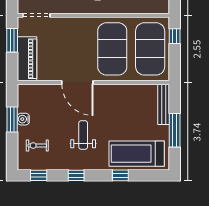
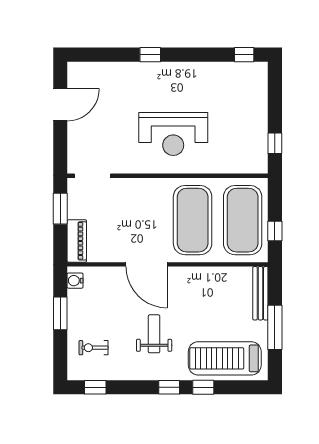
window: (175, 36) -> (275, 231), moved
piano: (27, 59) -> (77, 241), width x0.73, depth x0.75
water cooler: (23, 119) -> (75, 281), moved
window: (76, 175) -> (169, 387), moved

